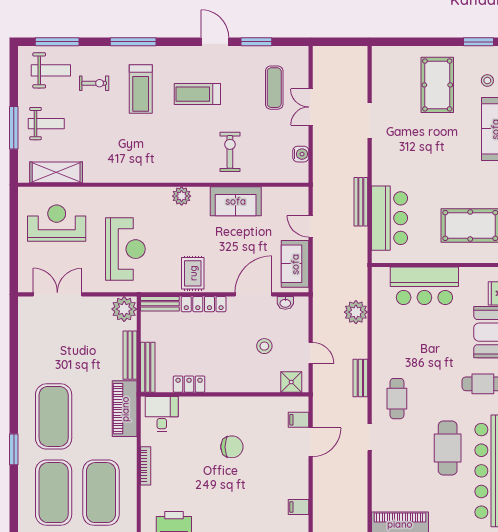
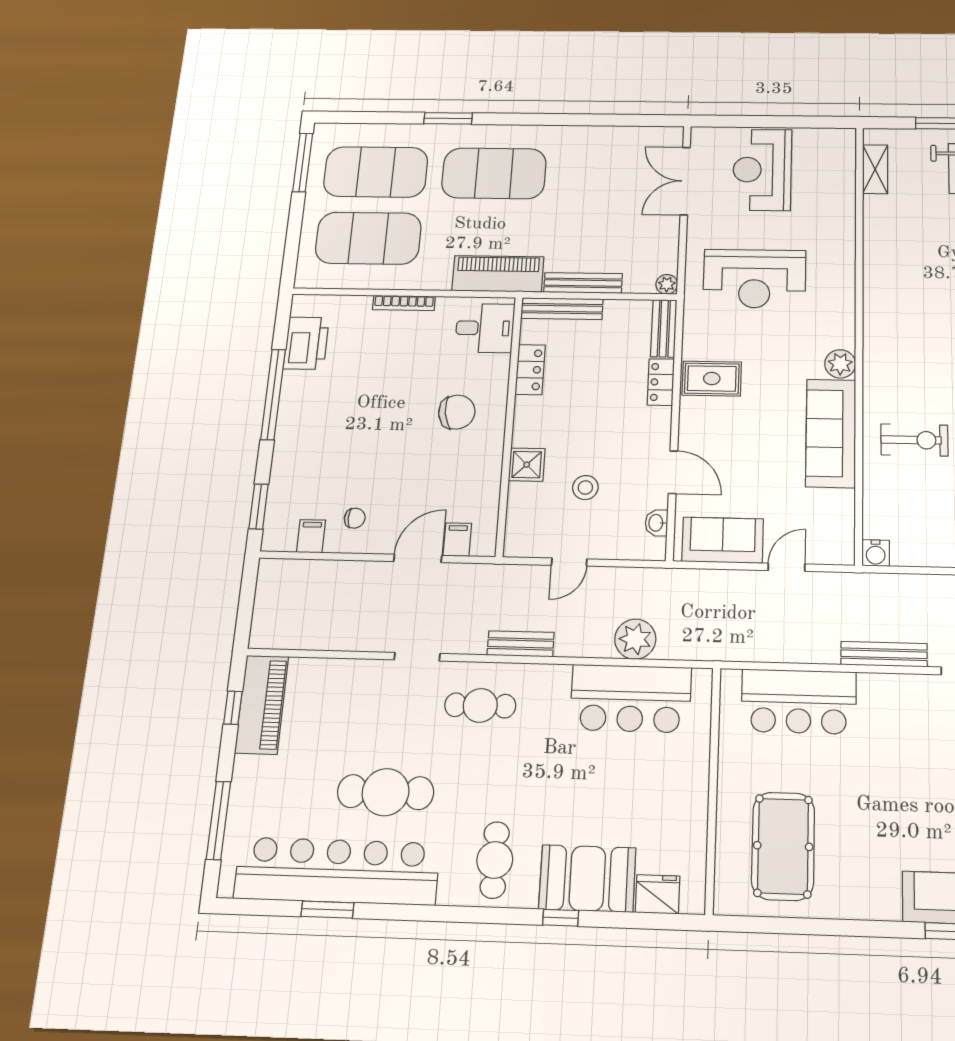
water cooler: (301, 154) -> (876, 553), moved
shelving: (56, 172) -> (875, 169), width x0.67, depth x0.75
sofa: (236, 201) -> (831, 433), width x1.36
bench: (361, 202) -> (884, 654), moved
reception desk: (57, 223) -> (762, 170), moved, turned 180
bar counter: (424, 286) -> (631, 698), moved, turned -90
double door: (57, 294) -> (685, 181), swing flipped
door: (253, 294) -> (673, 472), width x0.73
locker: (204, 304) -> (661, 382), width x0.66
plant: (124, 309) -> (667, 284), width x0.53, depth x0.53
shower: (291, 382) -> (527, 465), moved
door: (311, 442) -> (418, 558), swing flipped
chair: (232, 447) -> (457, 412), moved, turned -98
chair: (287, 482) -> (355, 518), added

